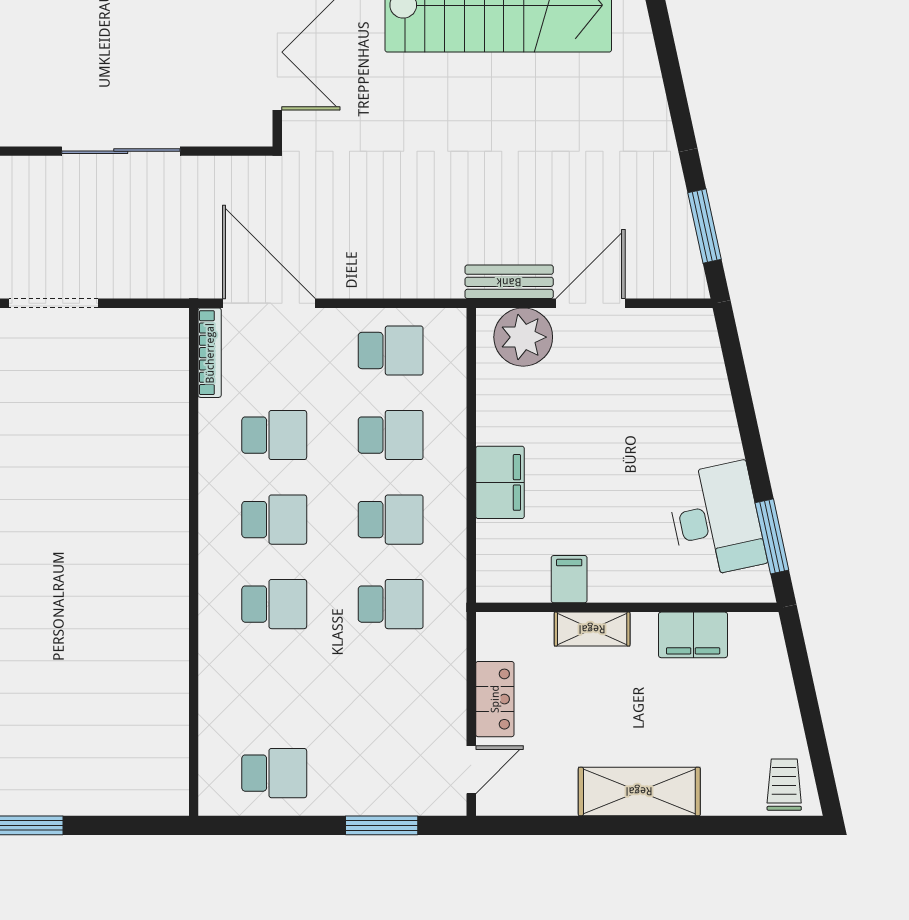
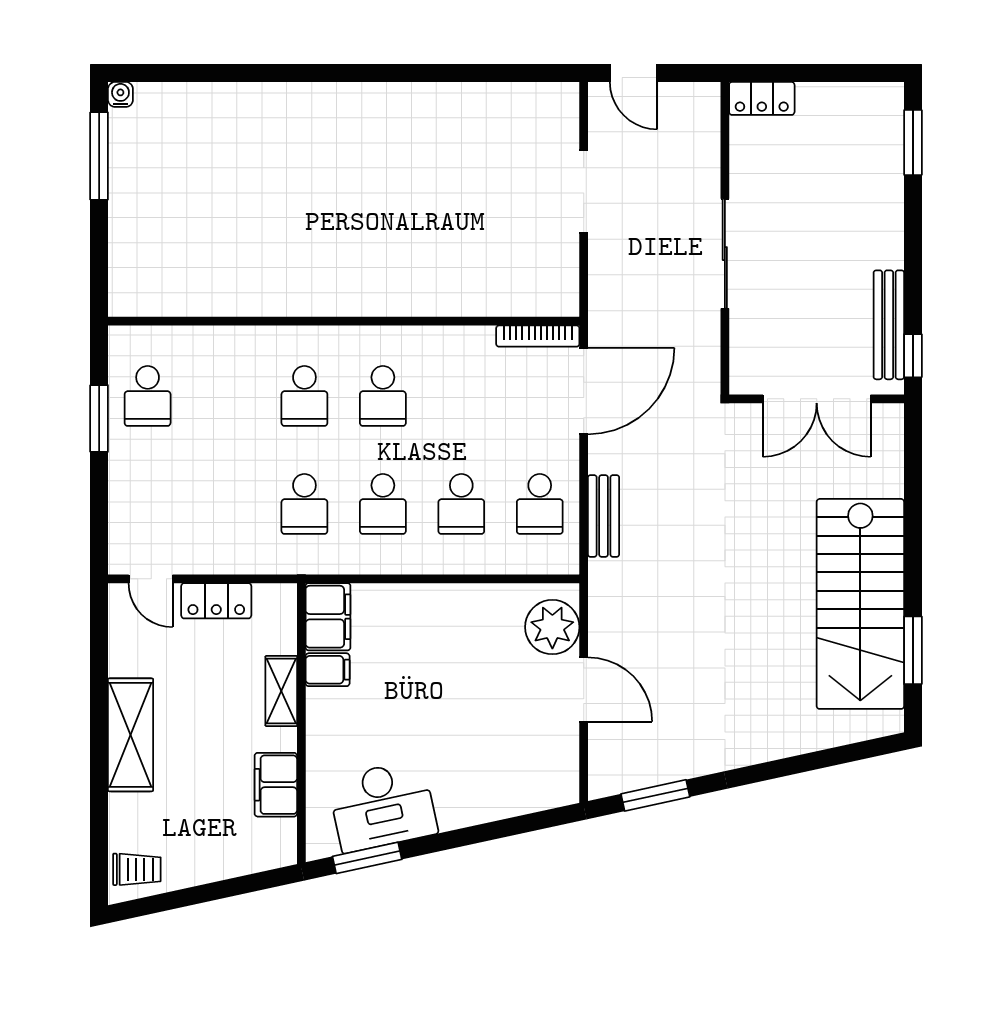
bench: (509, 282) -> (604, 516), moved
school desk: (274, 435) -> (461, 396), removed
filing cabinet: (500, 482) -> (328, 617), moved, turned -90
window: (382, 825) -> (99, 418), moved

